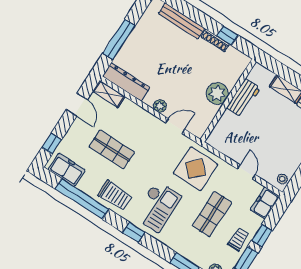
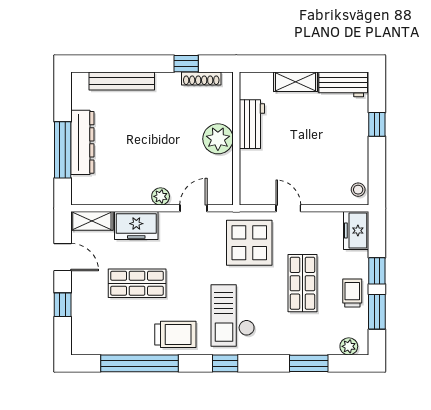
shoe rack: (215, 40) -> (201, 78), moved
dresser: (126, 82) -> (82, 142), moved, turned 90
window: (52, 144) -> (63, 305), moved
freezer: (67, 170) -> (136, 226), moved, turned 180
door: (246, 172) -> (288, 208), moved
checkout: (157, 206) -> (233, 315), turned 180

